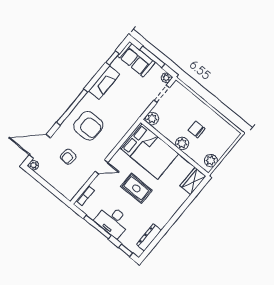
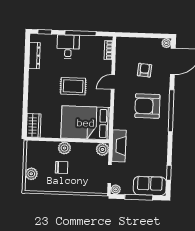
fireplace: (104, 83) -> (119, 146), moved, turned 180
plant: (211, 161) -> (31, 174), moved
desk: (113, 221) -> (68, 47), width x0.73

